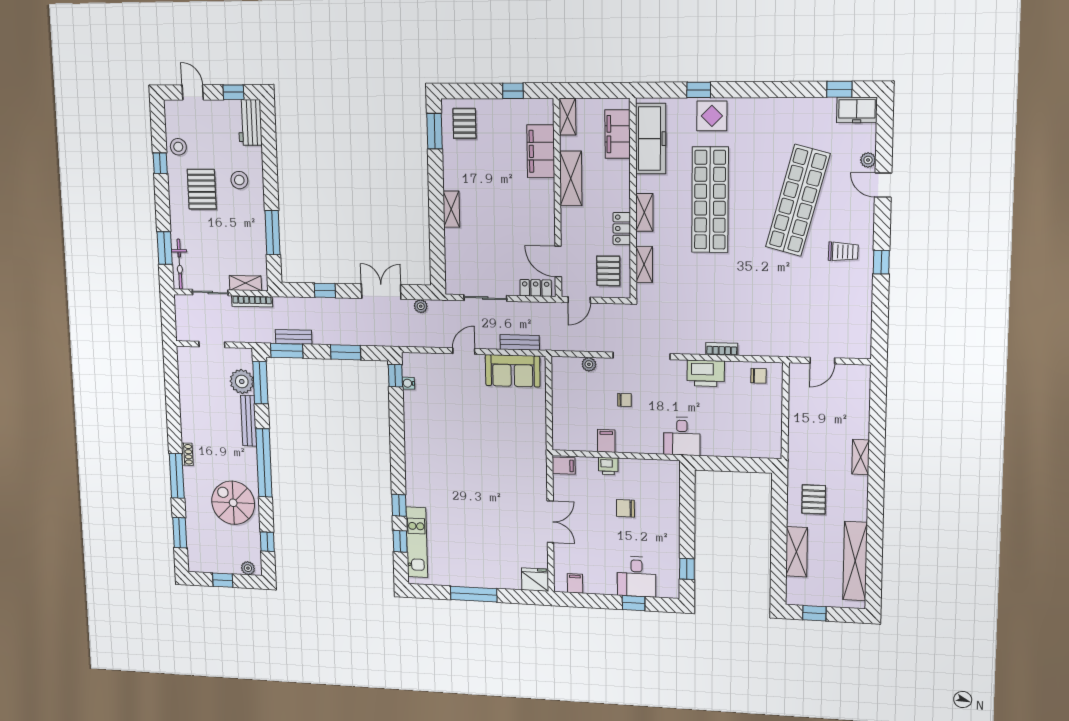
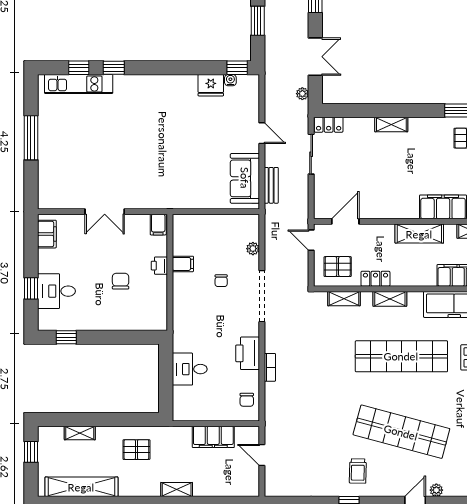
locker: (536, 288) -> (329, 125), moved, turned 90
filing cabinet: (800, 414) -> (213, 437), added
desk: (682, 436) -> (190, 369), moved
shelving: (797, 552) -> (80, 433), width x0.67, depth x0.75
fridge: (535, 580) -> (211, 85), moved, turned 90
filing cabinet: (575, 583) -> (47, 234), width x2.00

